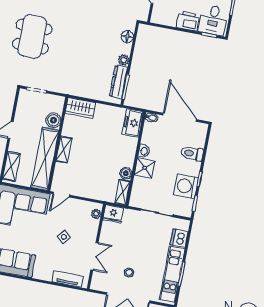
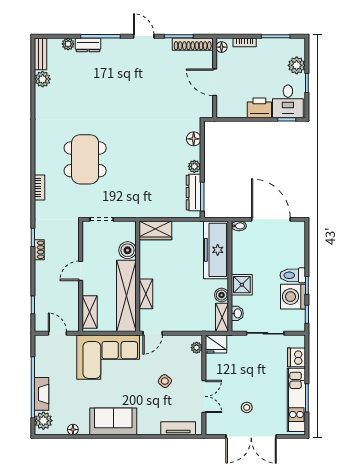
freezer: (133, 123) -> (216, 250), width x1.91, depth x1.26
shelving: (64, 150) -> (146, 294), moved
washbasin: (144, 151) -> (237, 313), moved
toilet: (192, 154) -> (293, 275), moved

